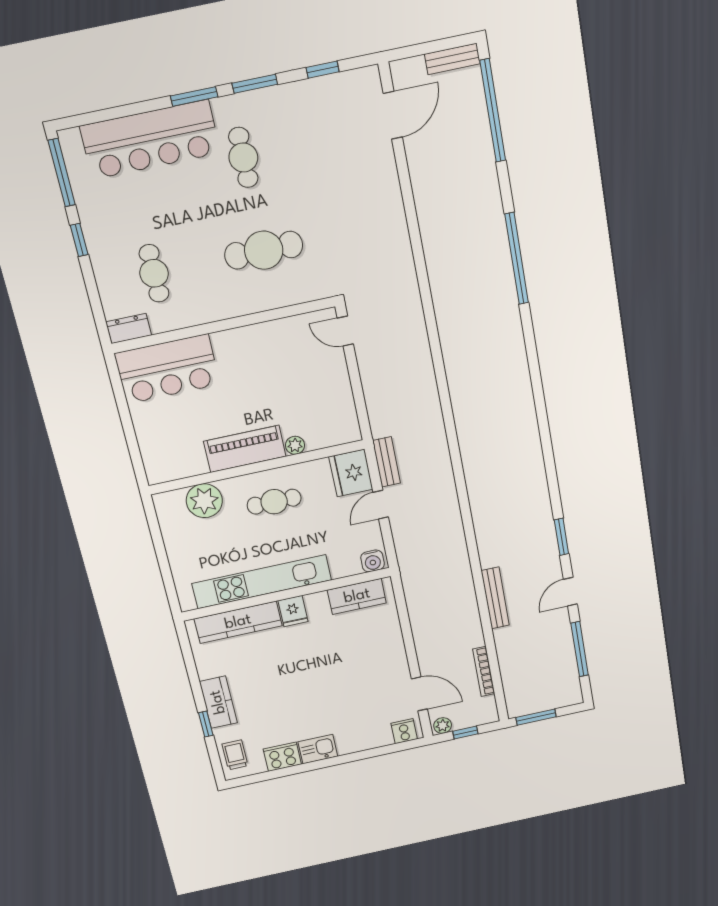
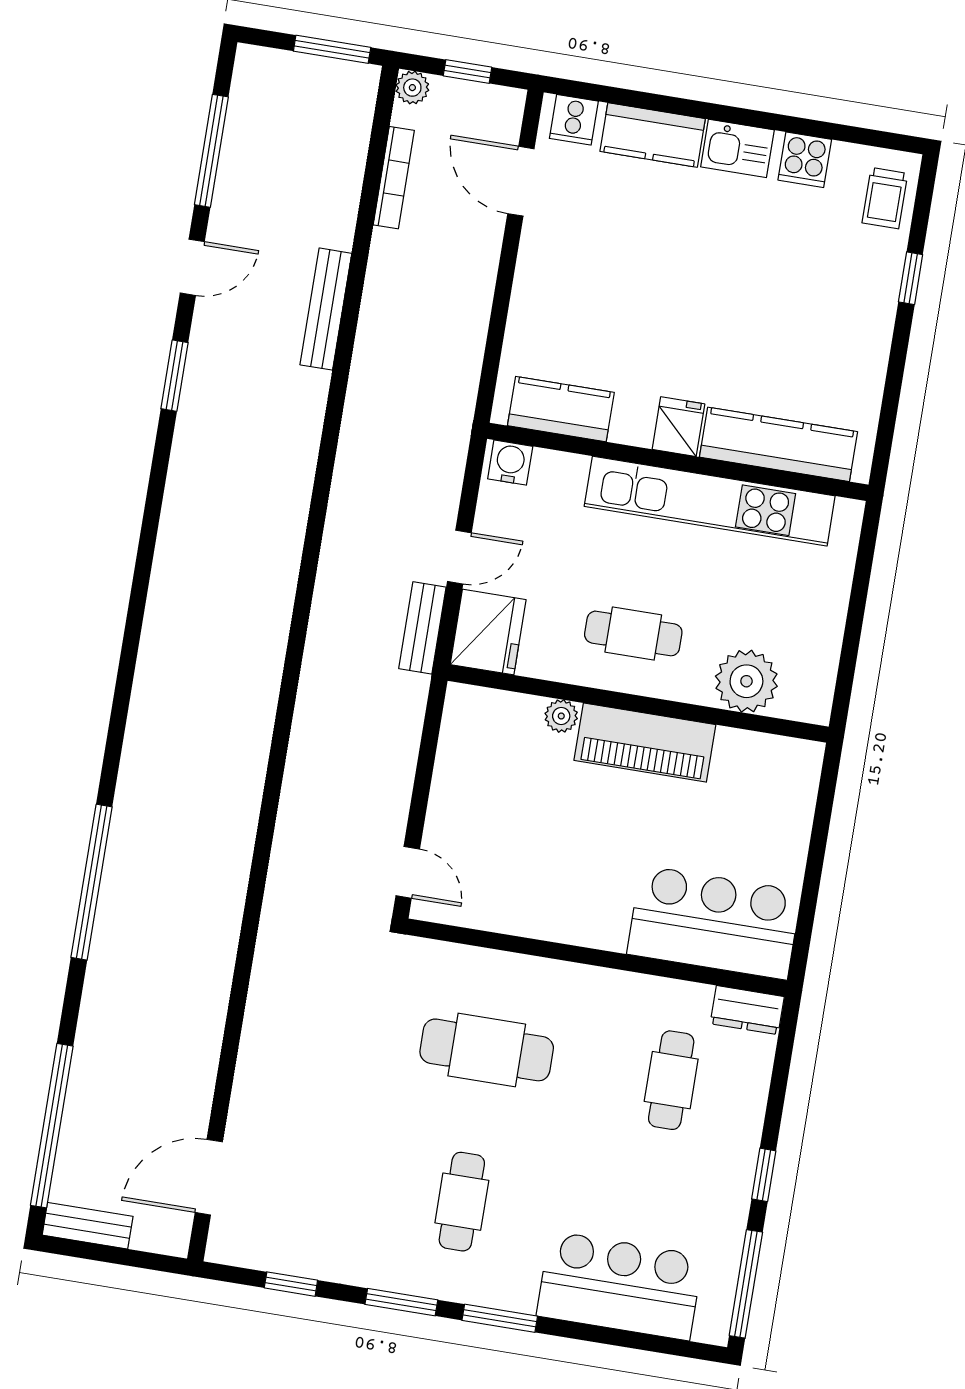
bar counter: (150, 140) -> (620, 1286), width x0.73
kitchen counter: (218, 702) -> (653, 135), moved, turned -90
plant: (443, 726) -> (412, 88), moved
cooker: (282, 757) -> (805, 160), width x0.73

